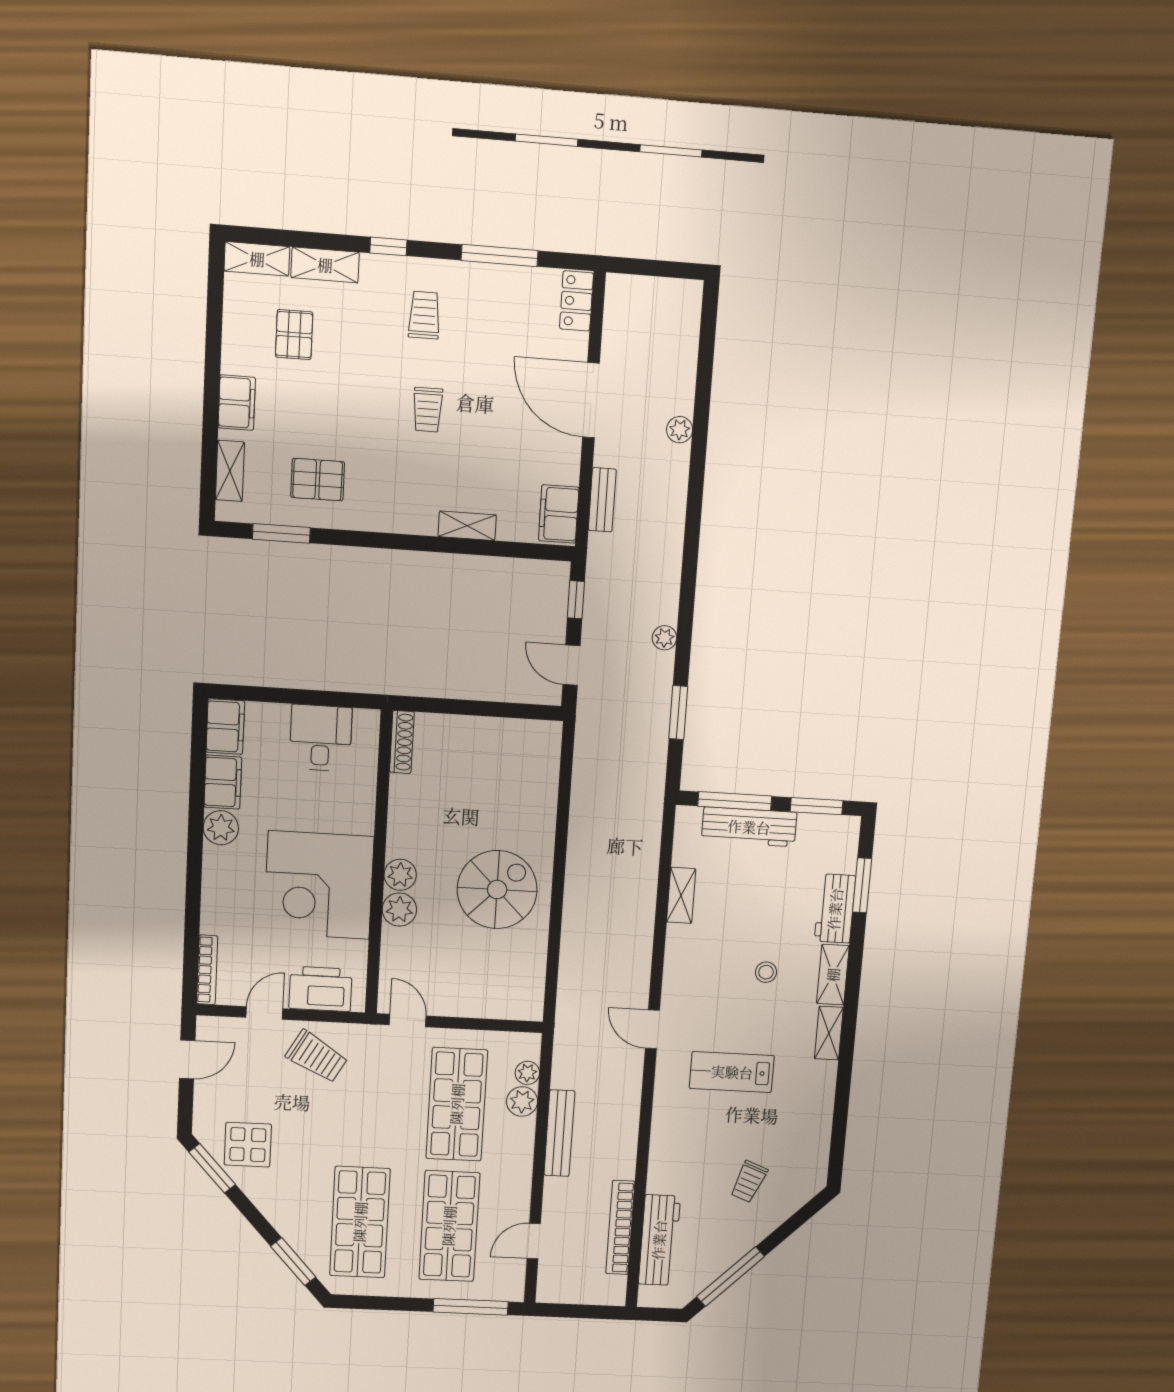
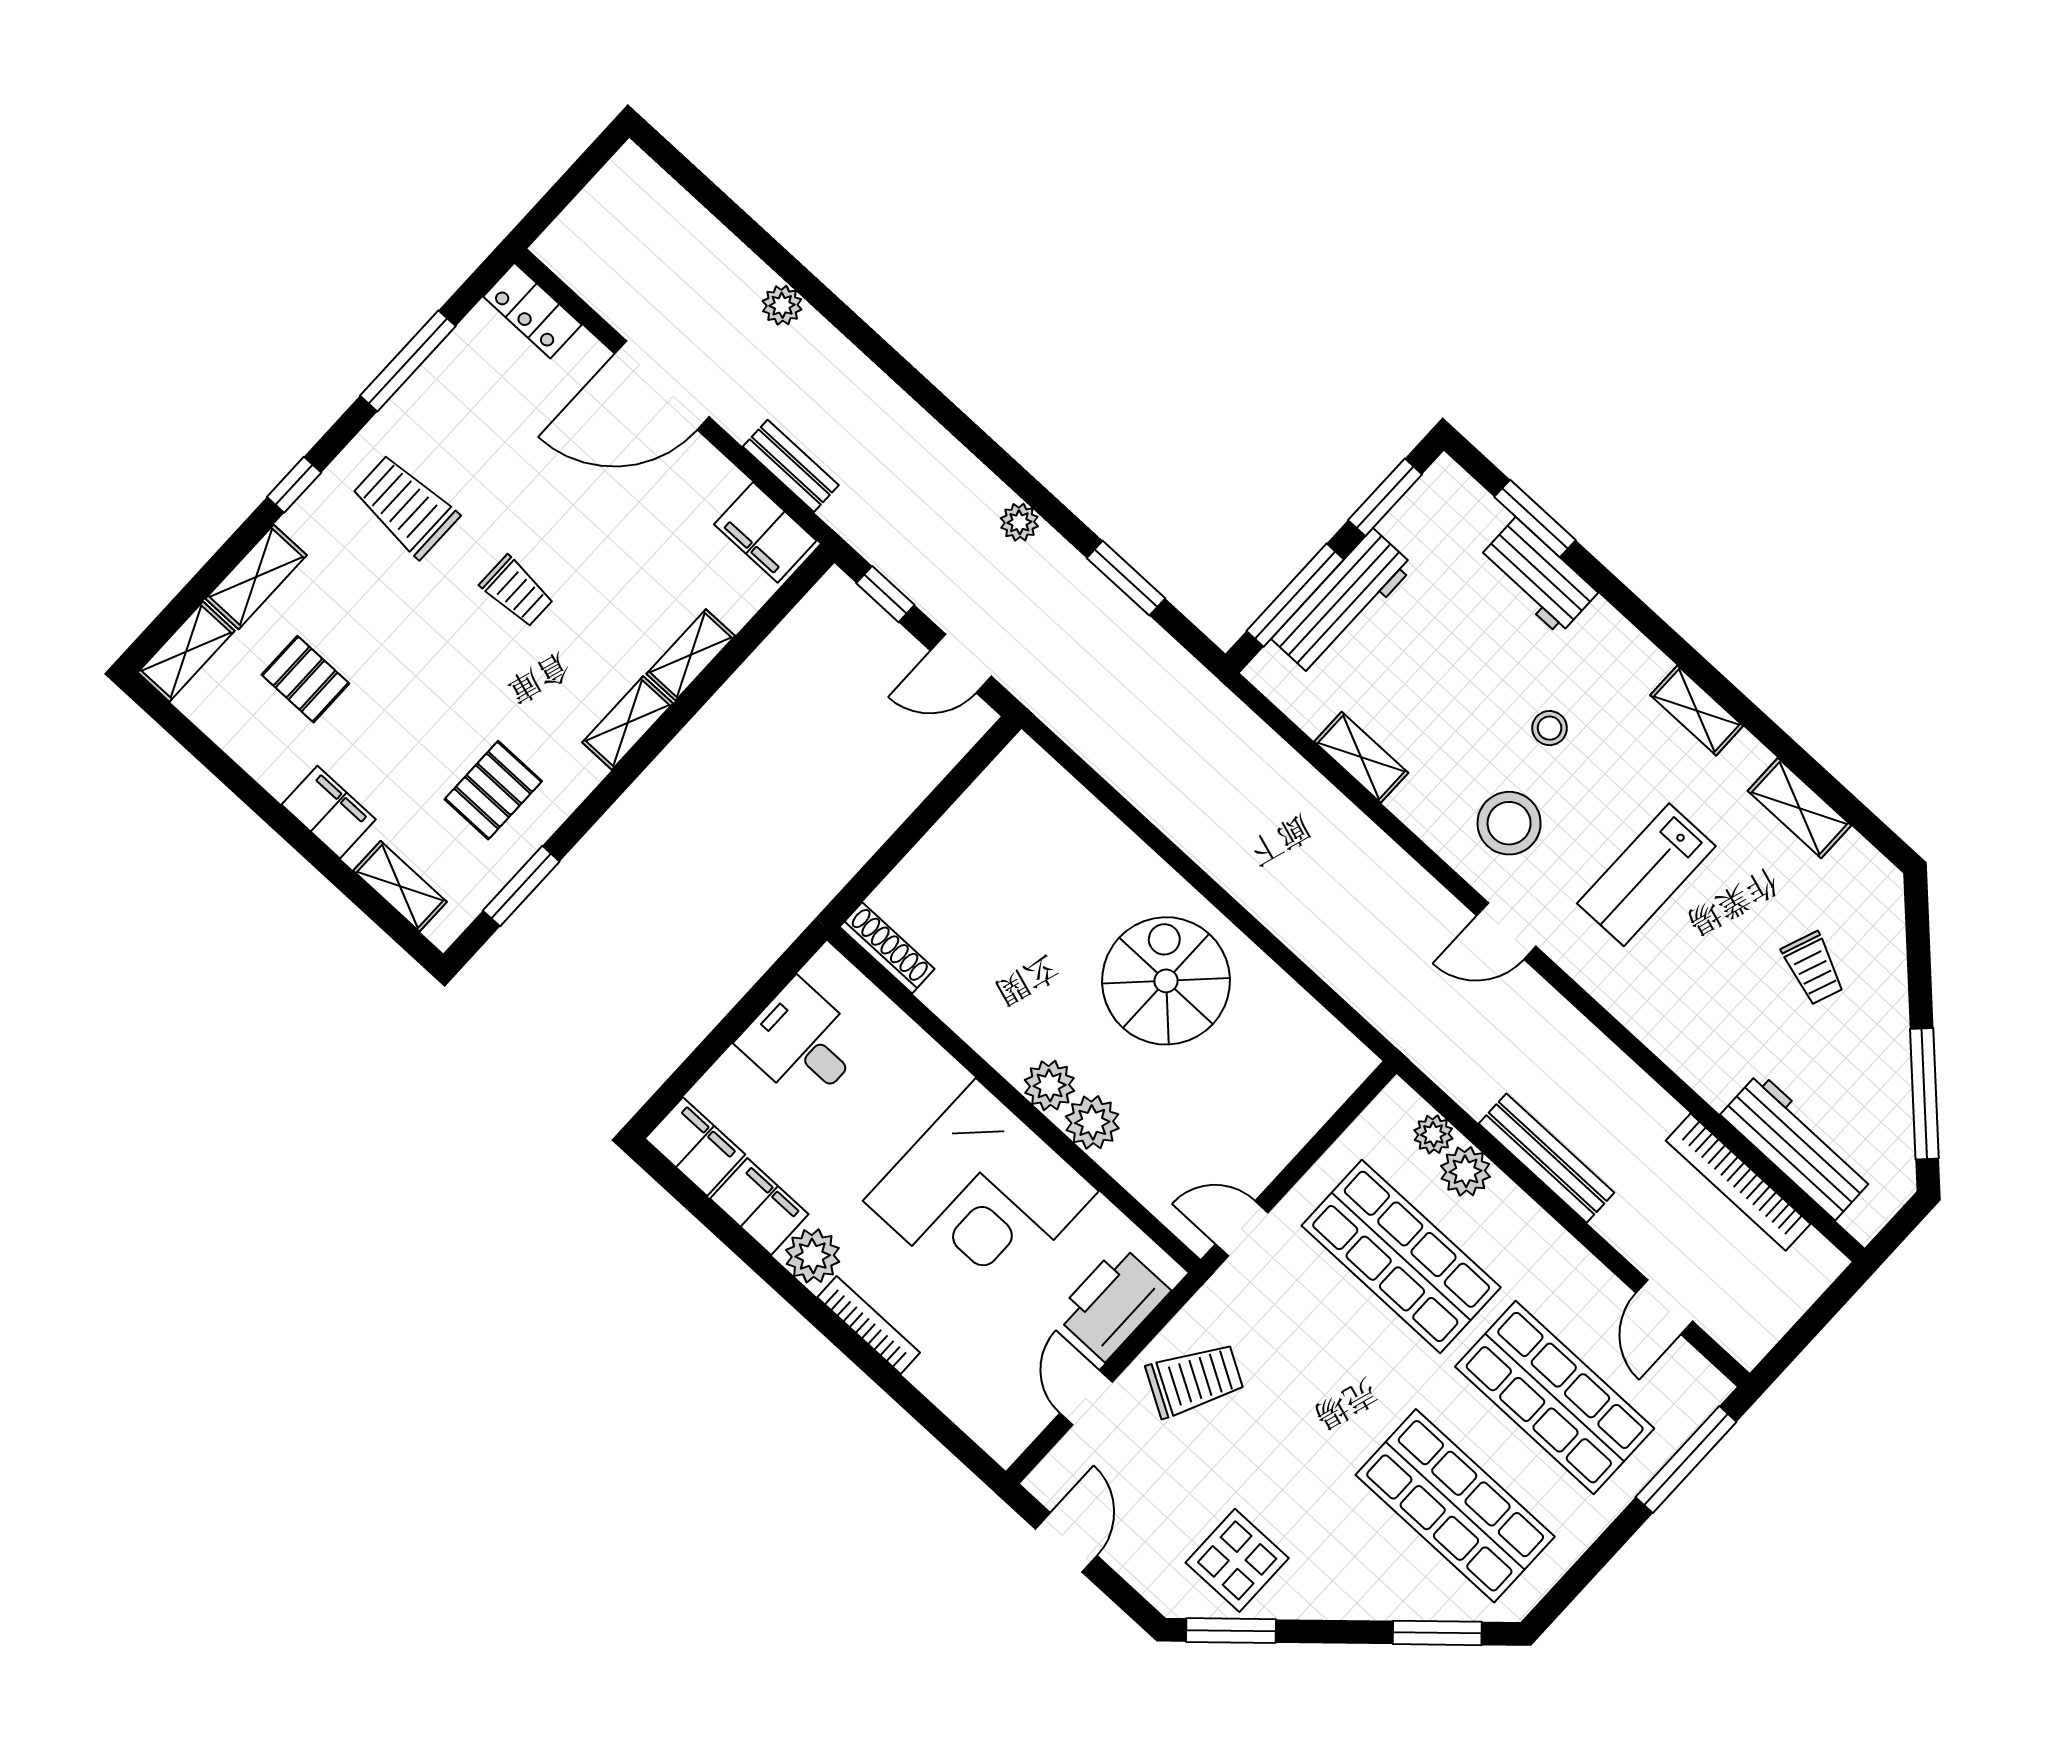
trolley: (424, 315) -> (405, 506), width x1.36, depth x1.39
shelving: (407, 521) -> (628, 723), added
bookcase: (207, 970) -> (869, 1325), moved
shelving: (833, 975) -> (1799, 808), moved
stool: (705, 990) -> (1509, 823), added

